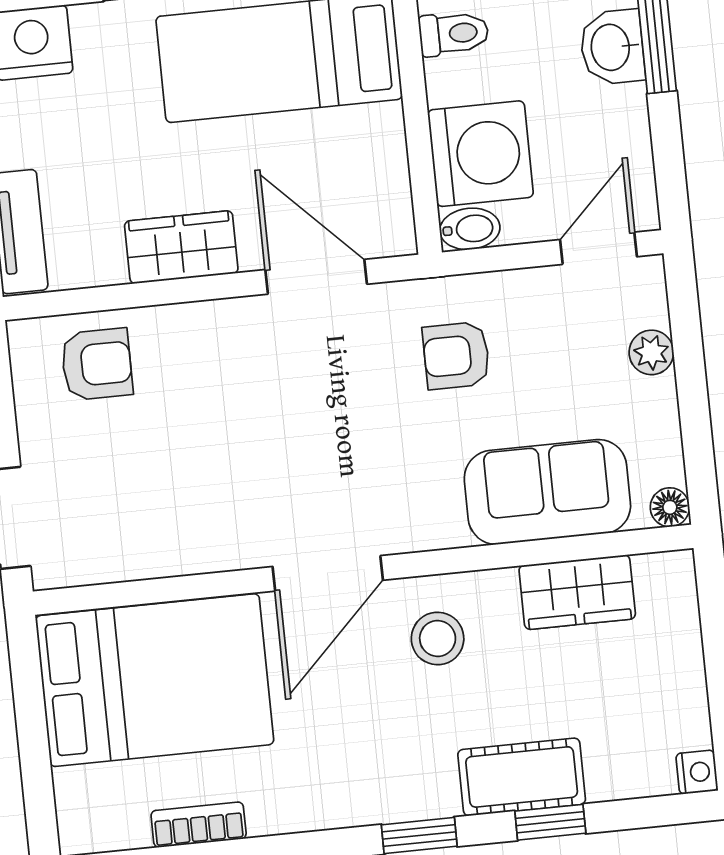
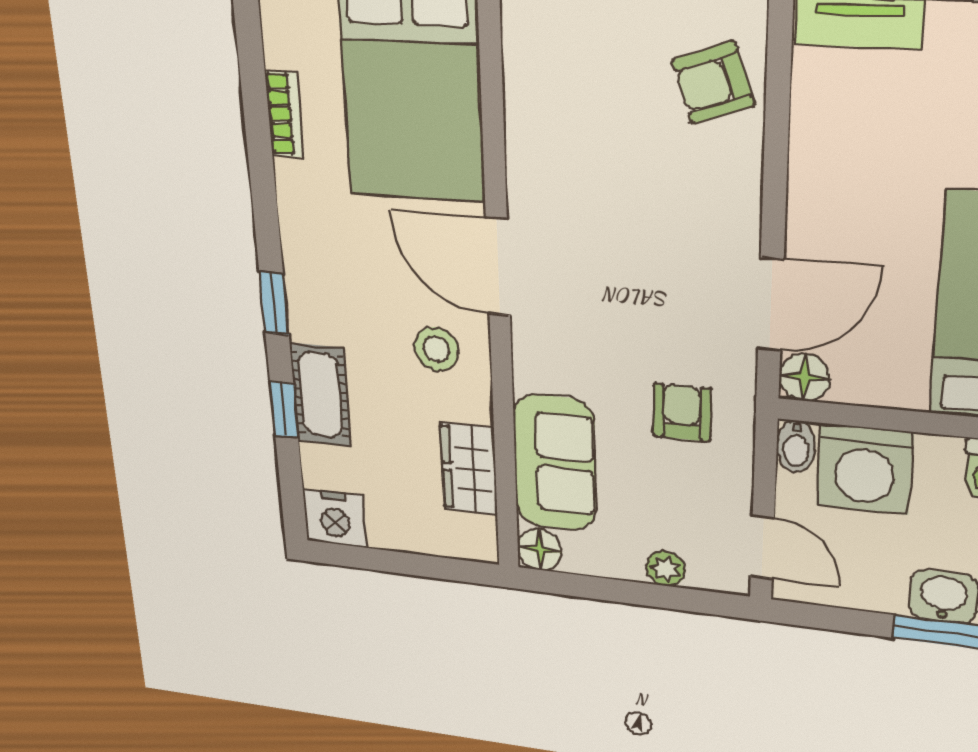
floor lamp: (389, 231) -> (805, 377), added
wardrobe: (181, 247) -> (818, 184), removed
armchair: (97, 364) -> (713, 83), turned 71
floor lamp: (670, 507) -> (540, 550), width x1.37, depth x1.37
nightstand: (697, 772) -> (335, 518), width x1.89, depth x1.79

